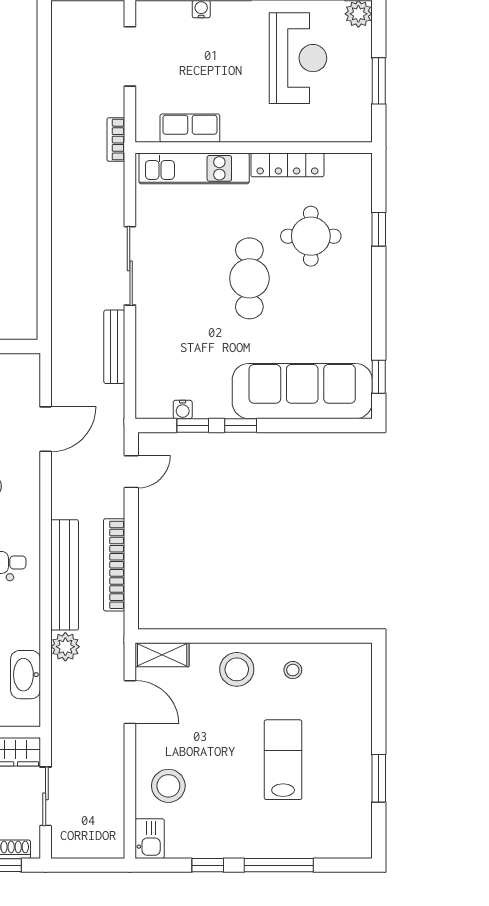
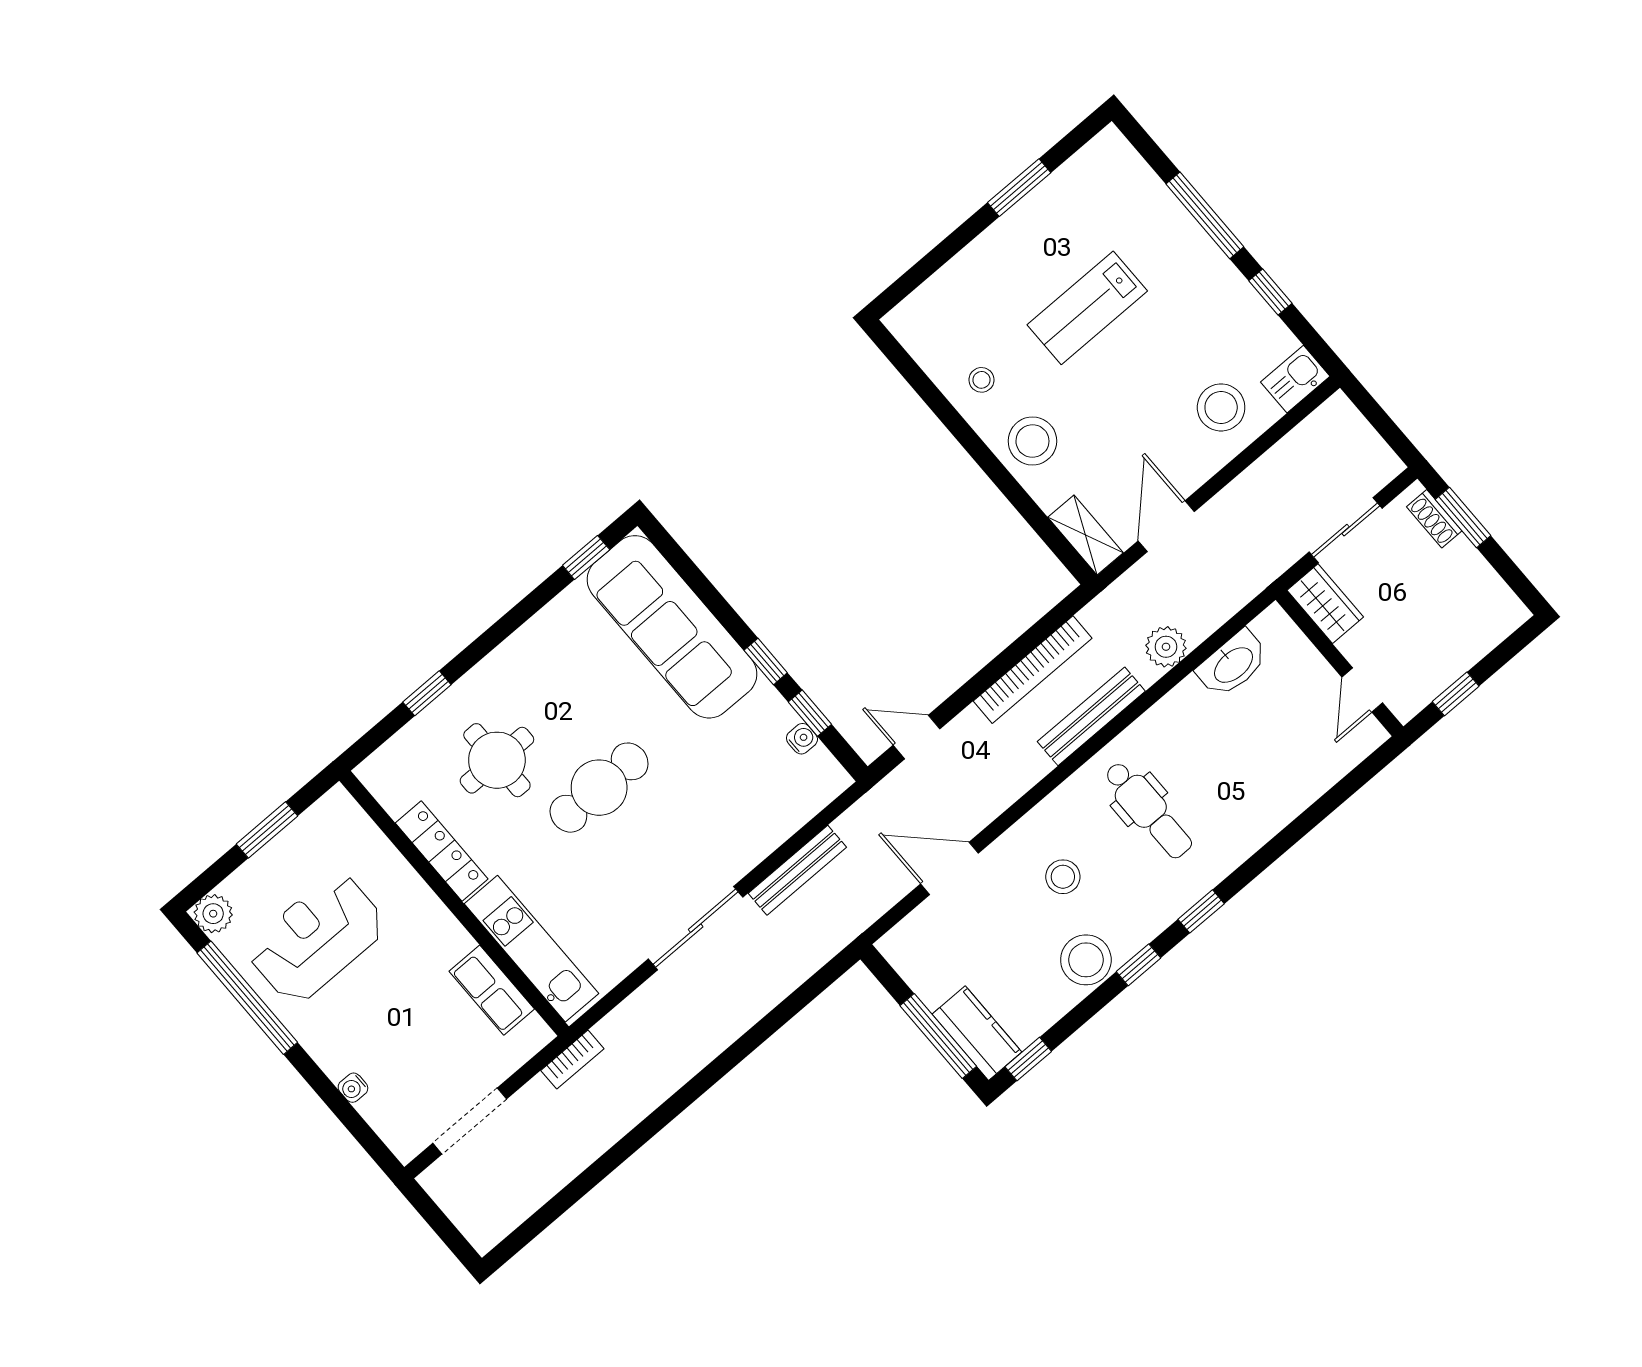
bench: (65, 575) -> (1091, 716), width x0.73, depth x0.82

